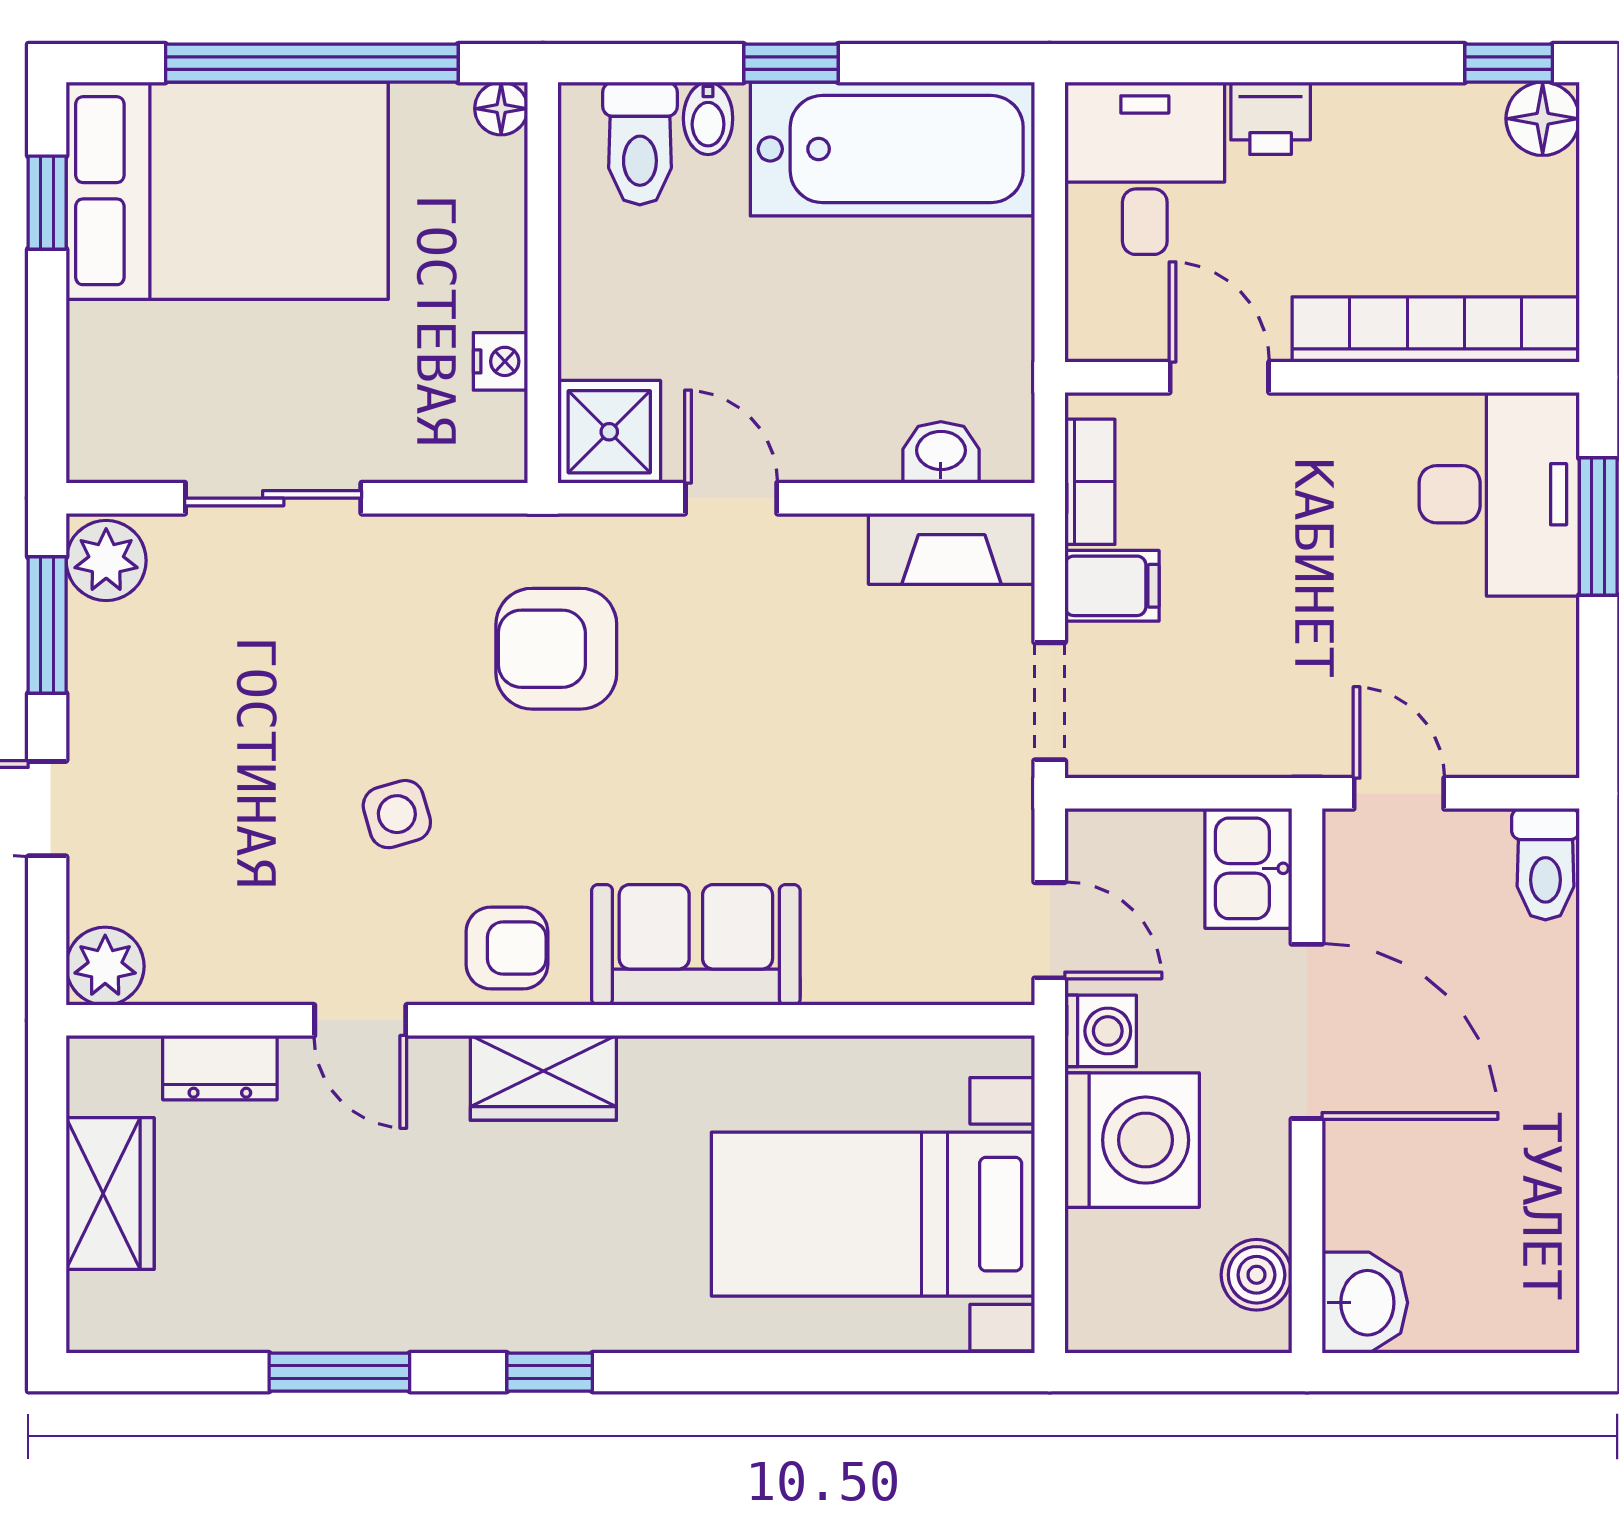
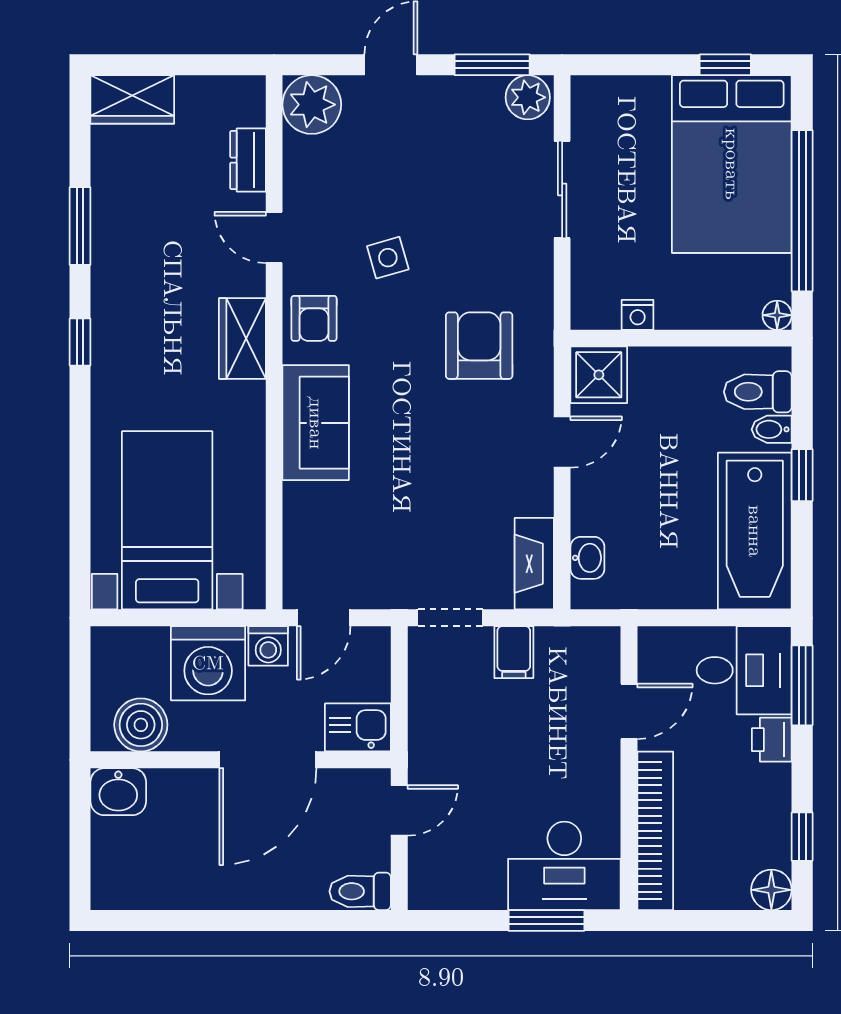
window: (1172, 63) -> (802, 685), added
window: (1509, 63) -> (802, 837), moved
bookcase: (1090, 482) -> (571, 640), removed
plant: (105, 966) -> (312, 105), width x1.36, depth x1.36
door: (360, 1020) -> (274, 238), hinge flipped
wardrobe: (110, 1194) -> (132, 99), moved
boiler: (1257, 1275) -> (141, 725), width x1.36, depth x1.36

